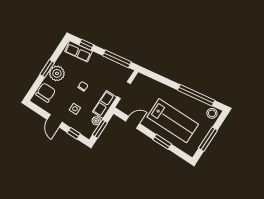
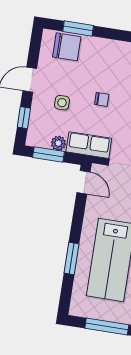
window: (47, 69) -> (78, 29), moved
plant: (57, 73) -> (104, 51), removed
door: (133, 122) -> (84, 182), moved

